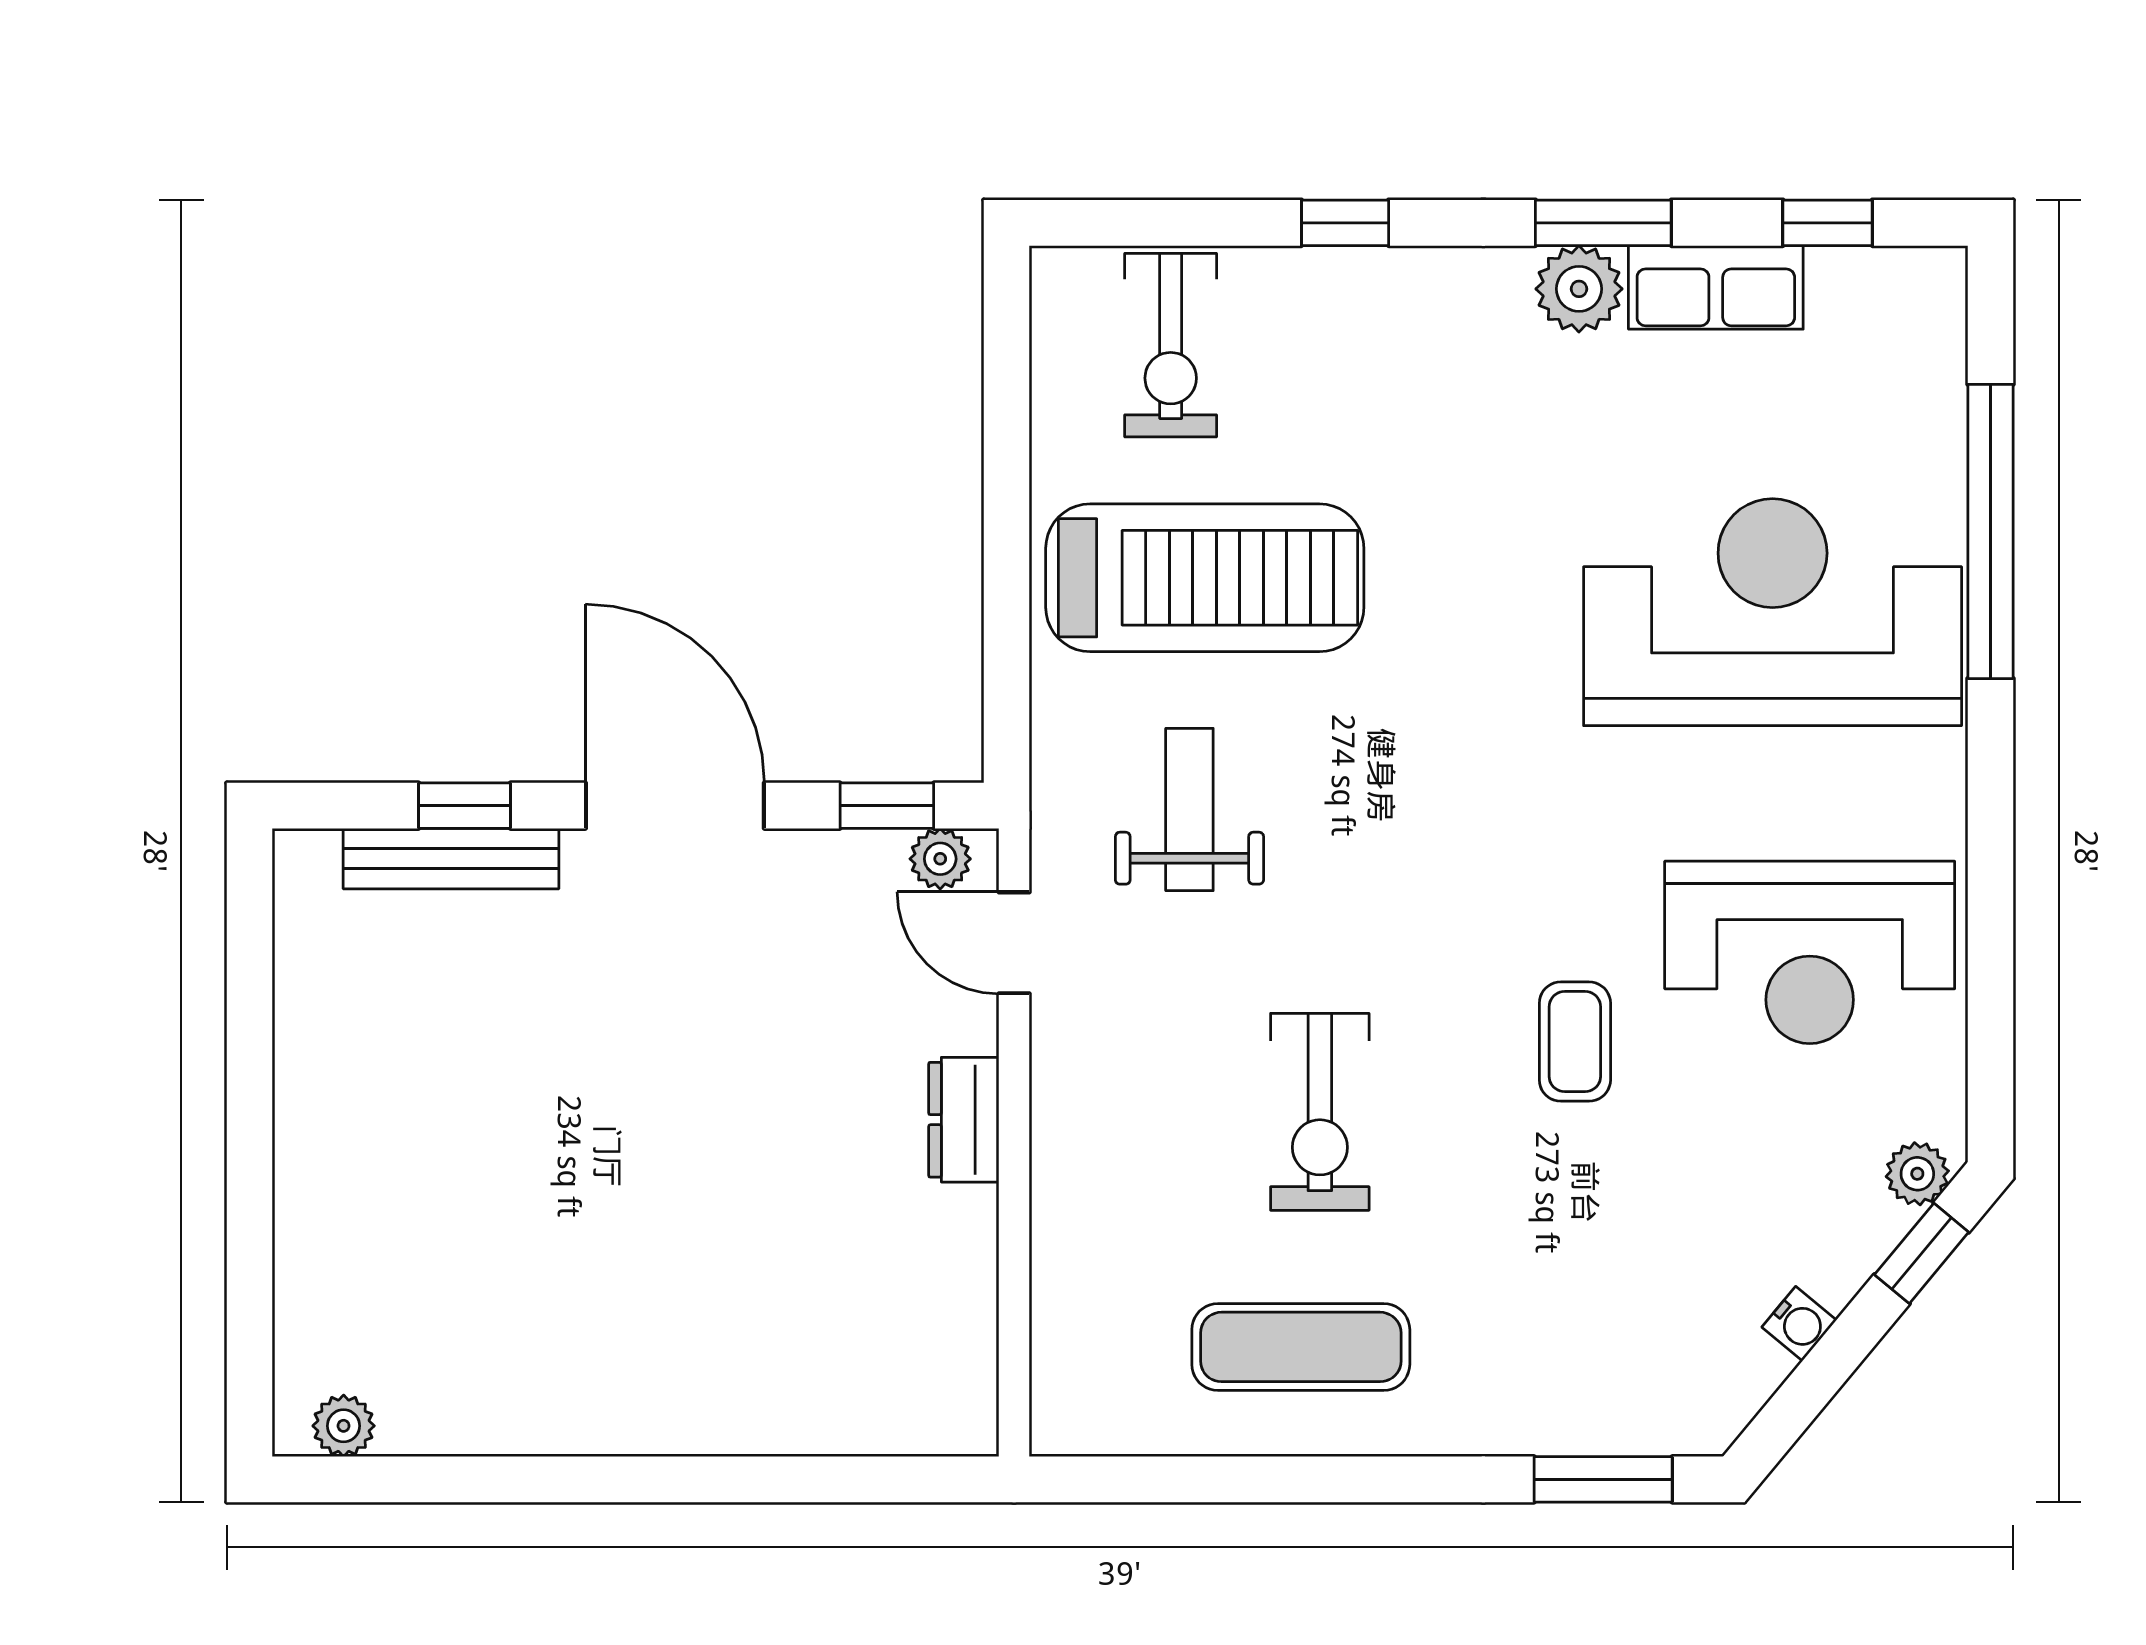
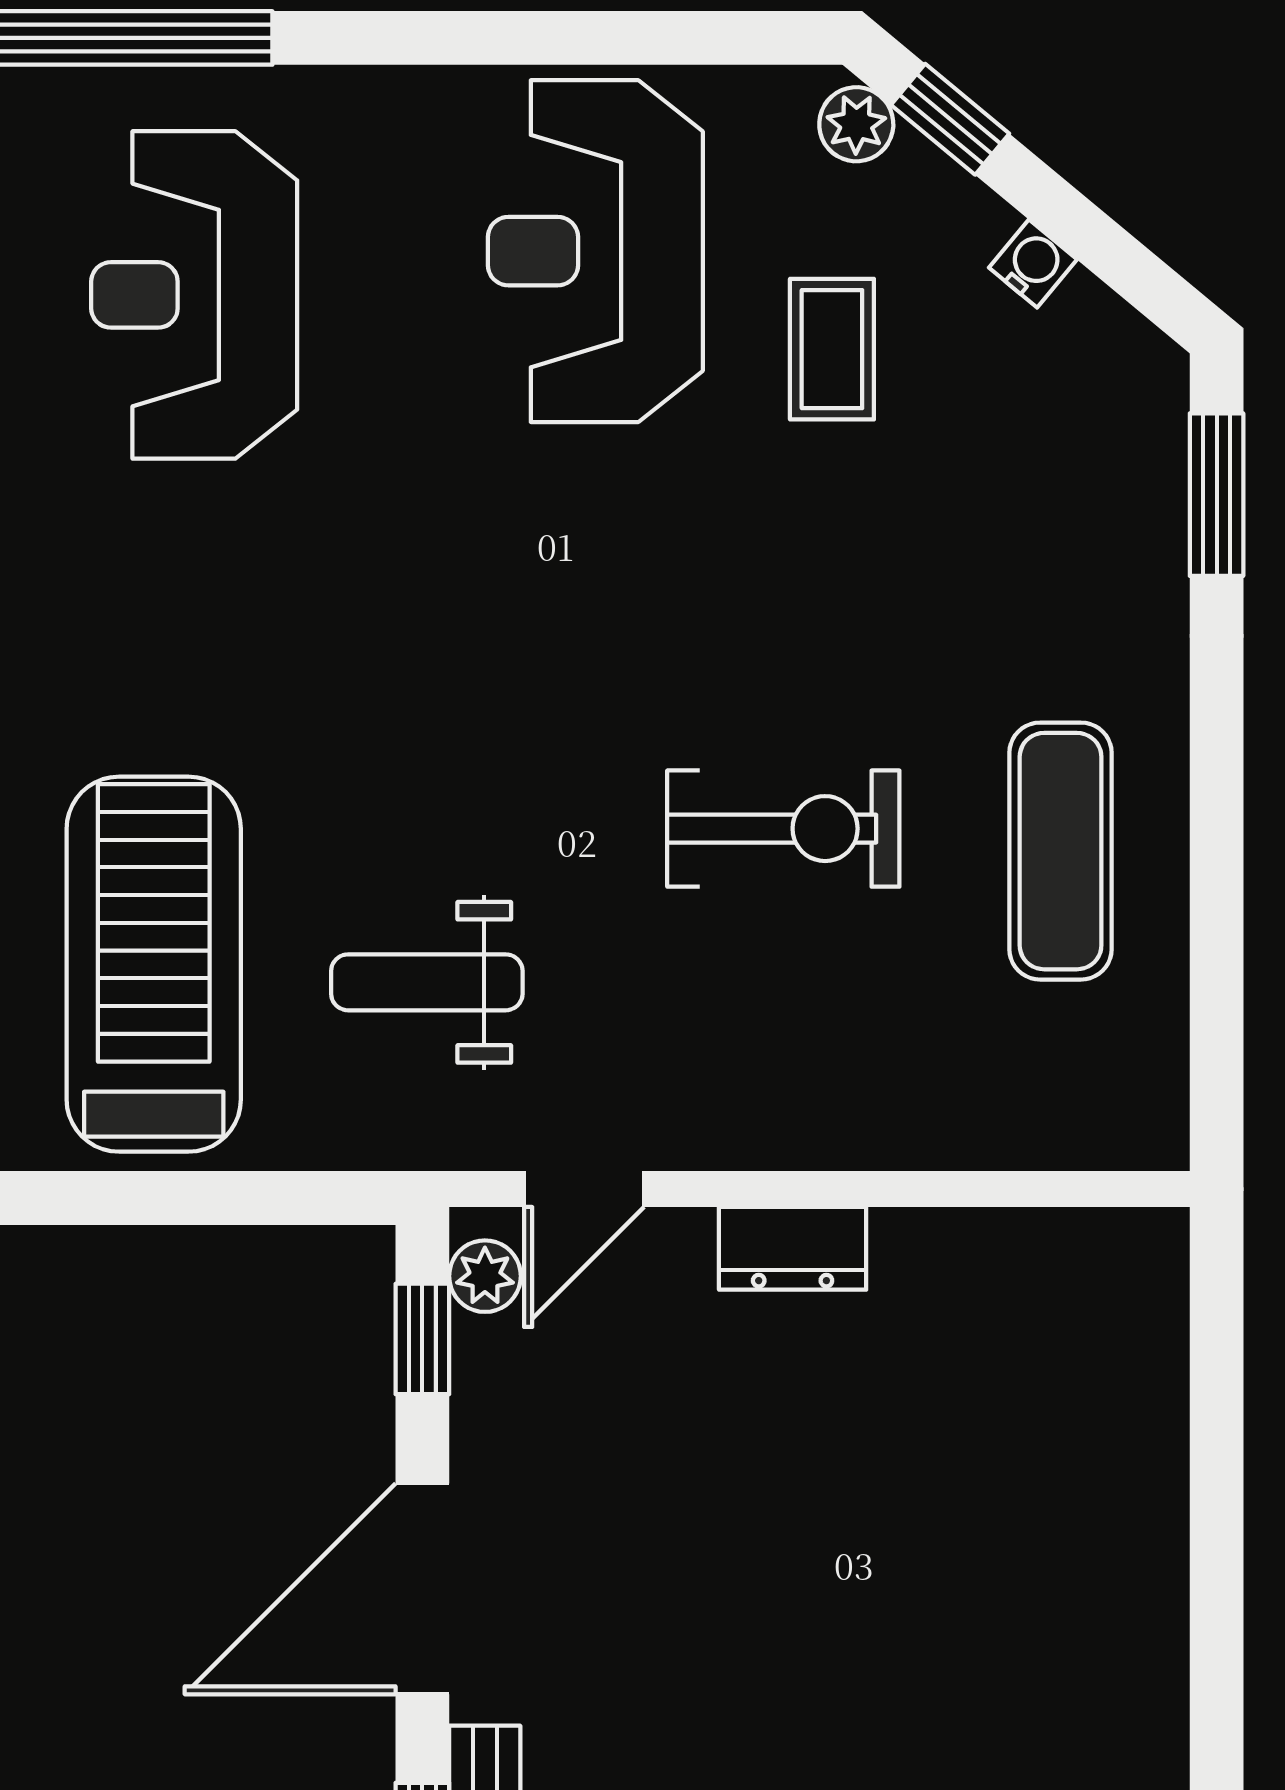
reception desk: (1773, 612) -> (194, 295), width x0.74, depth x0.77
reception desk: (1810, 952) -> (595, 251), turned 180
coffee table: (1575, 1042) -> (832, 349), moved, turned 90

